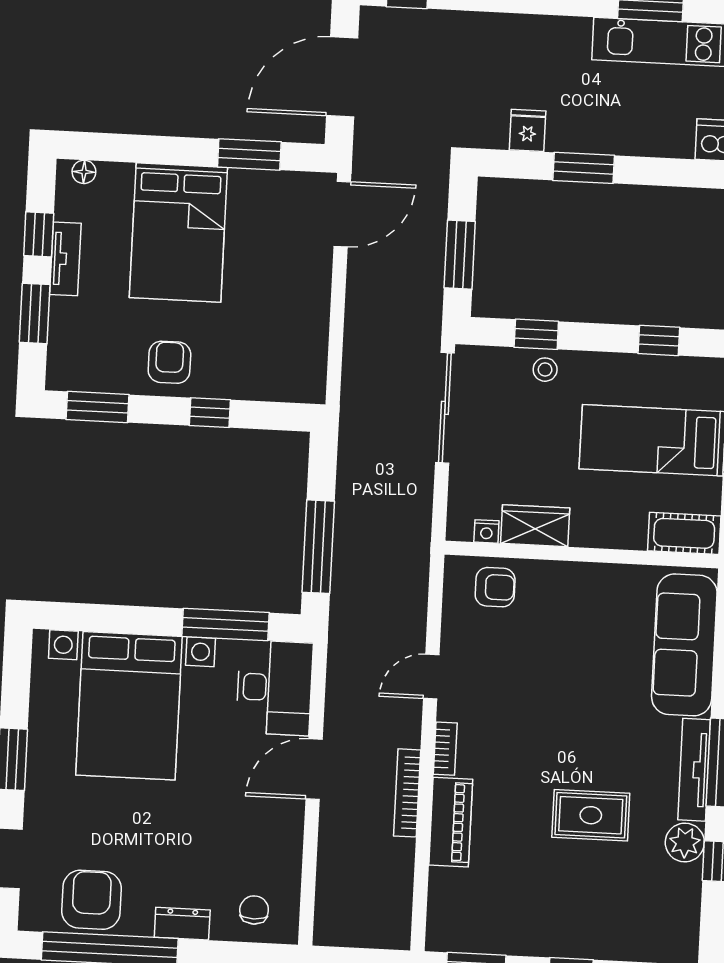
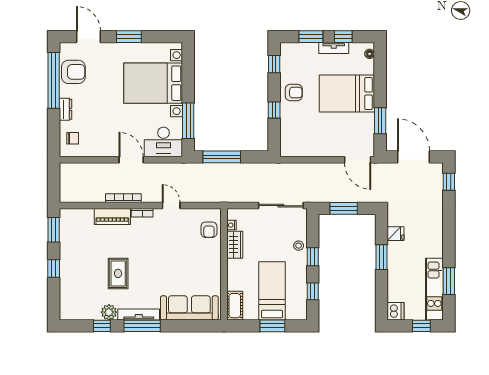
window: (536, 334) -> (313, 257), moved
window: (98, 407) -> (274, 64), width x0.67

